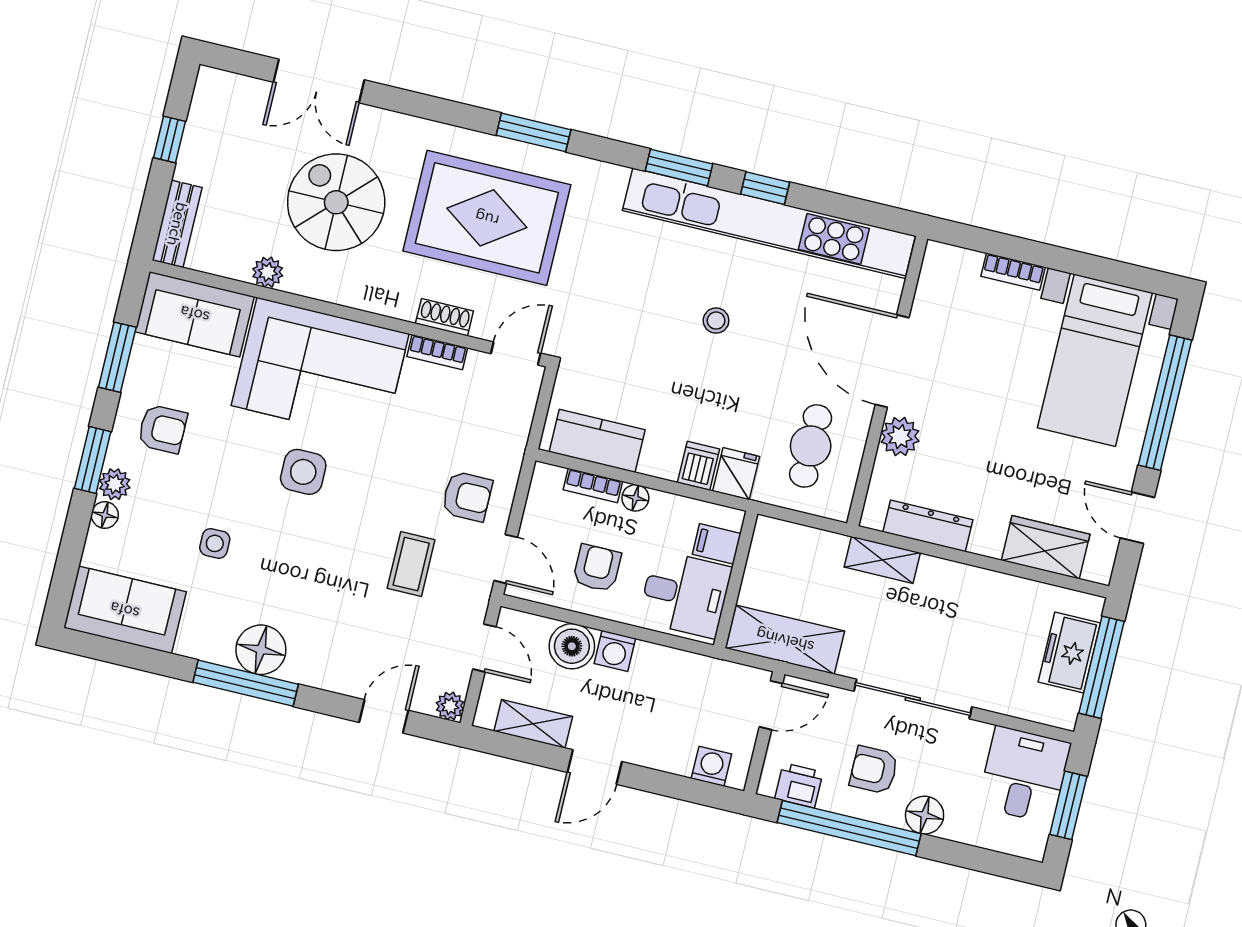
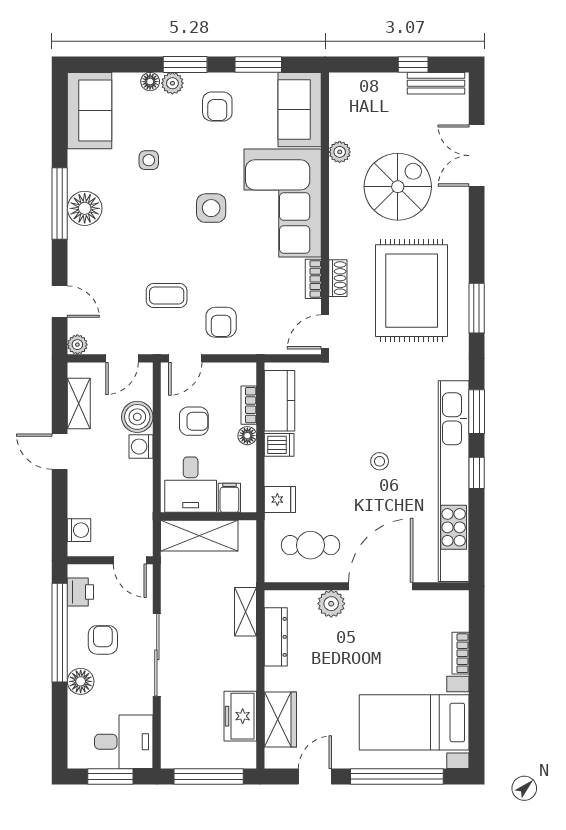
bench: (177, 224) -> (436, 83), moved
door: (516, 353) -> (325, 332), swing flipped
dishwasher: (698, 466) -> (279, 445), moved
shelving: (785, 640) -> (199, 536), moved, turned 90
freezer: (1069, 653) -> (240, 716), moved, turned -90

